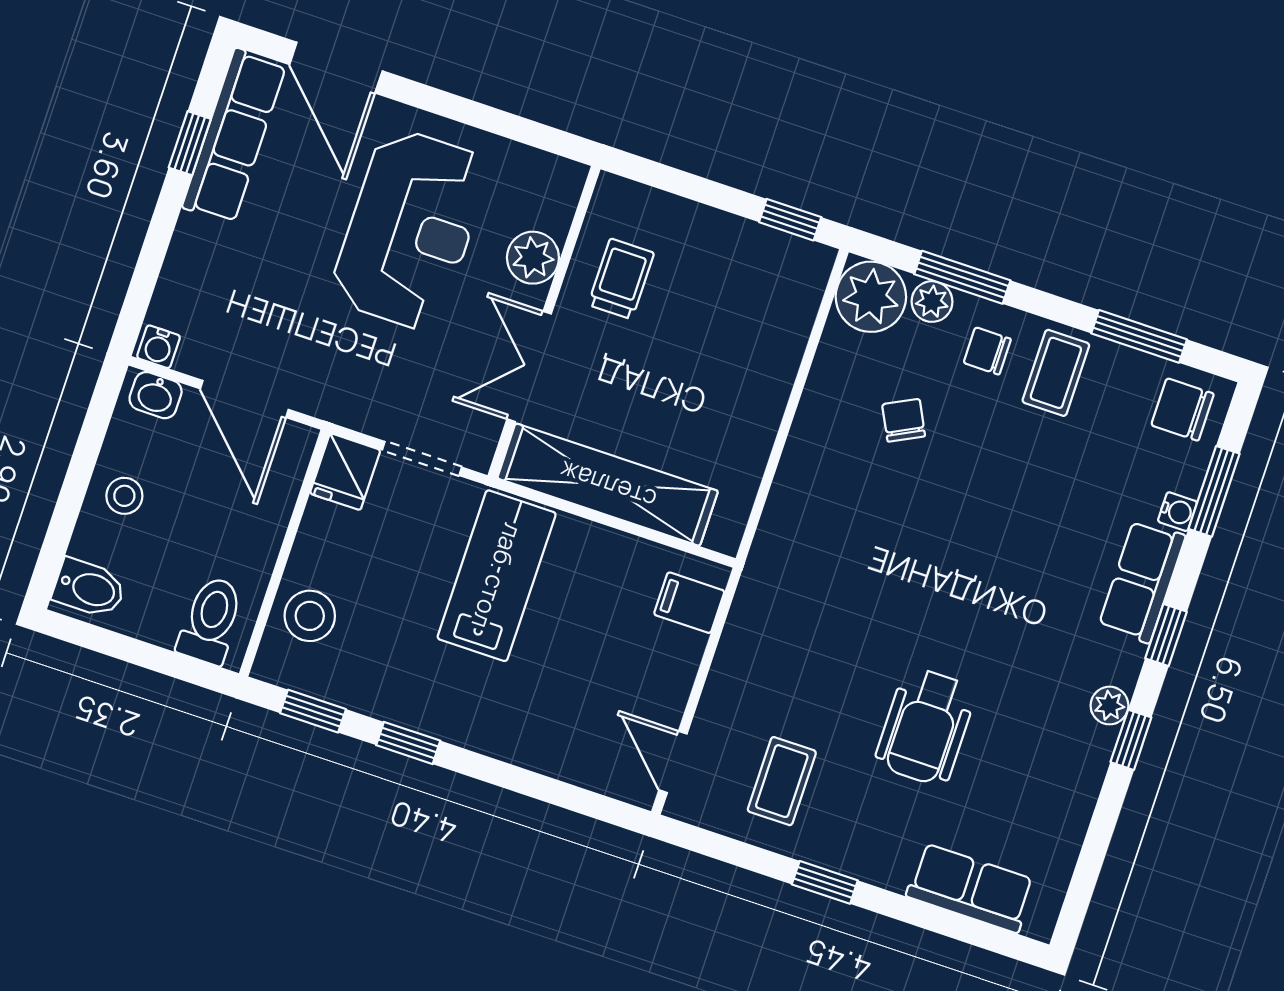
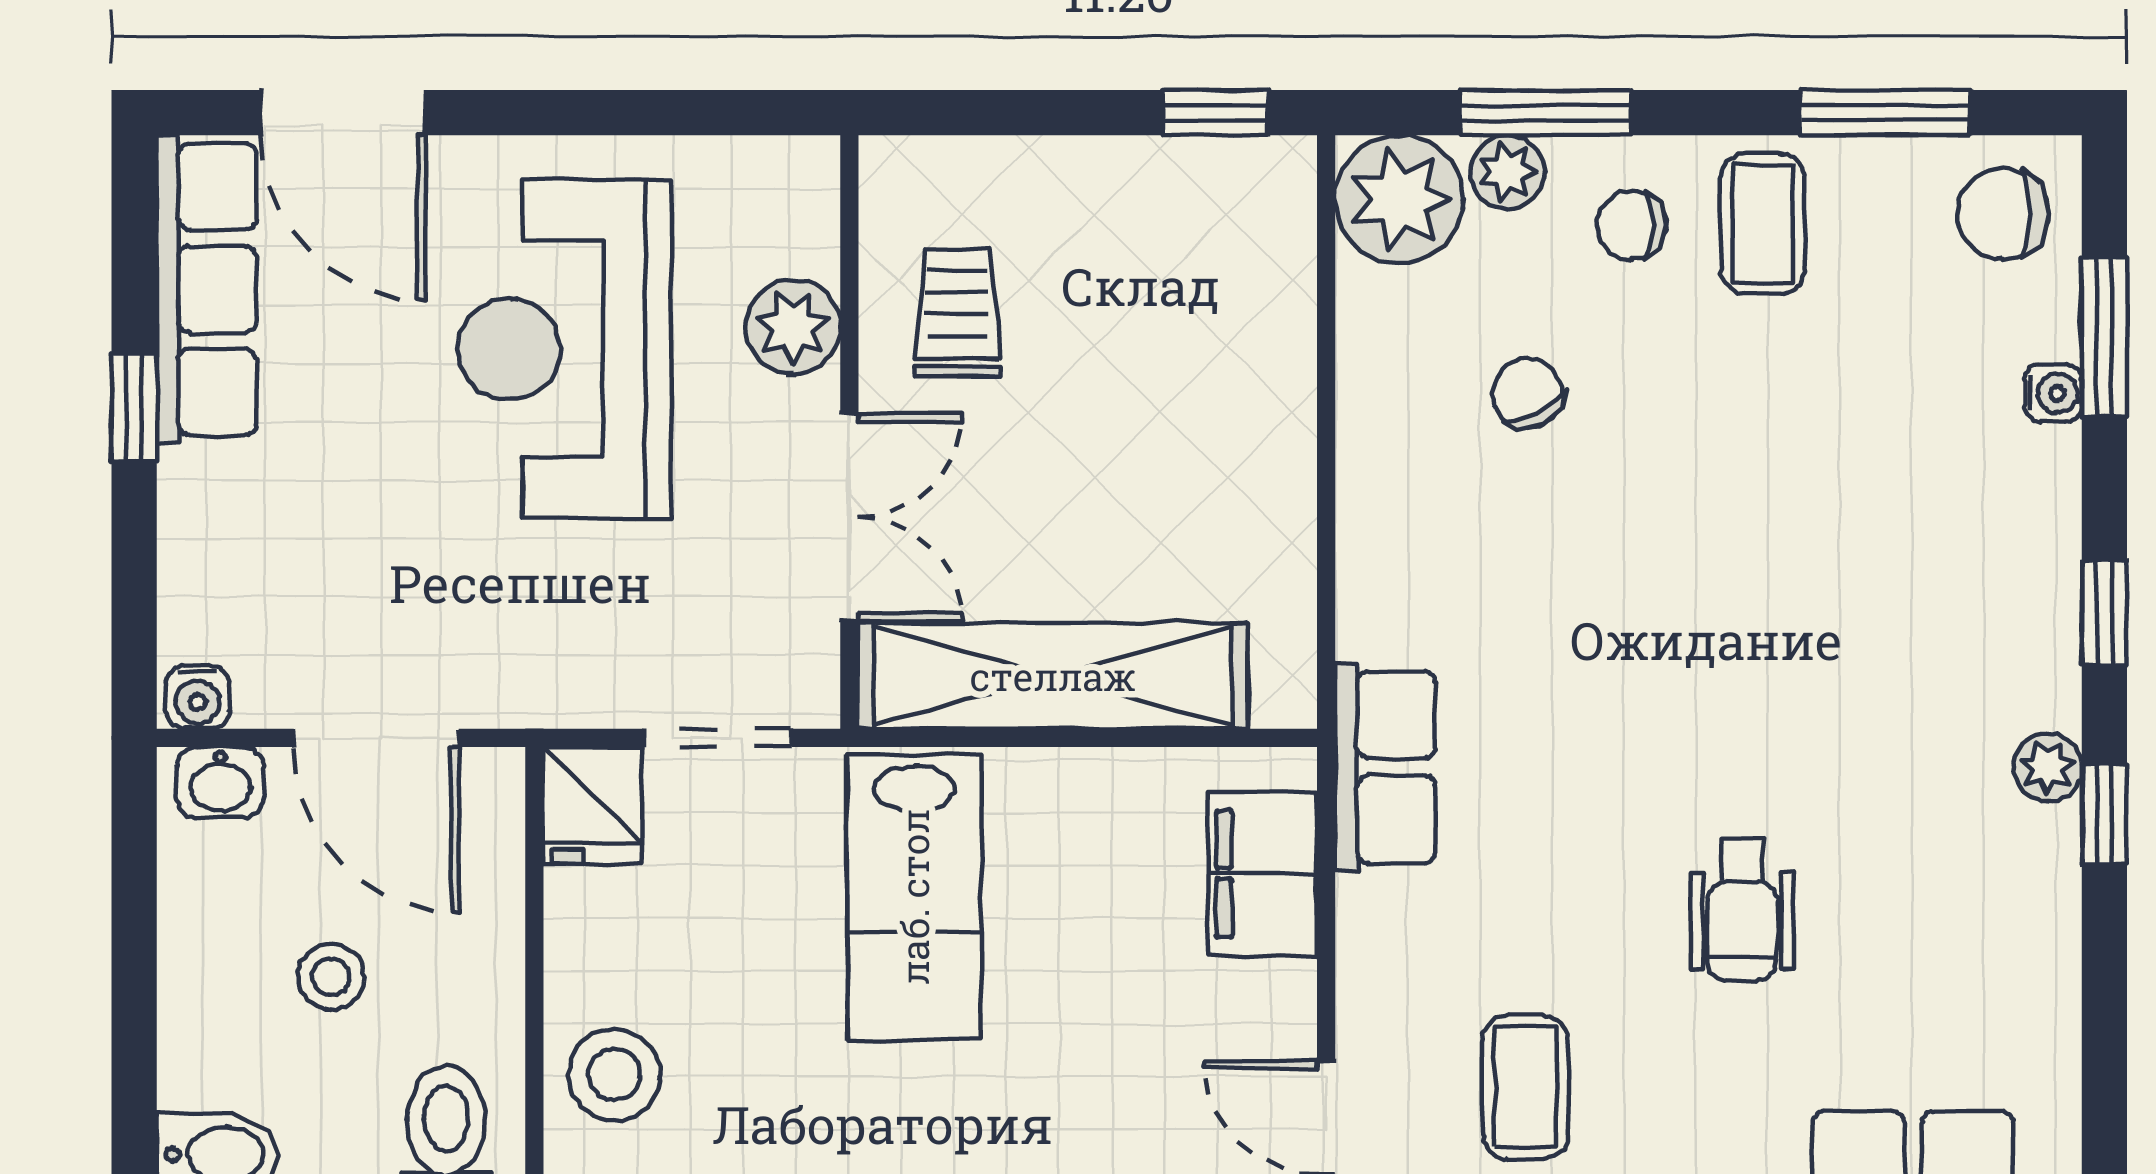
window: (190, 143) -> (134, 407), moved
reception desk: (410, 229) -> (565, 349), turned 180
double door: (529, 366) -> (849, 517), swing flipped
stool: (124, 496) -> (331, 977), moved
lab bench: (497, 576) -> (914, 897), turned 180
row of seats: (1142, 581) -> (1385, 767), moved, turned 180
filing cabinet: (689, 603) -> (1262, 874), width x2.00
wheelchair: (926, 726) -> (1742, 910), width x0.73, depth x0.73

